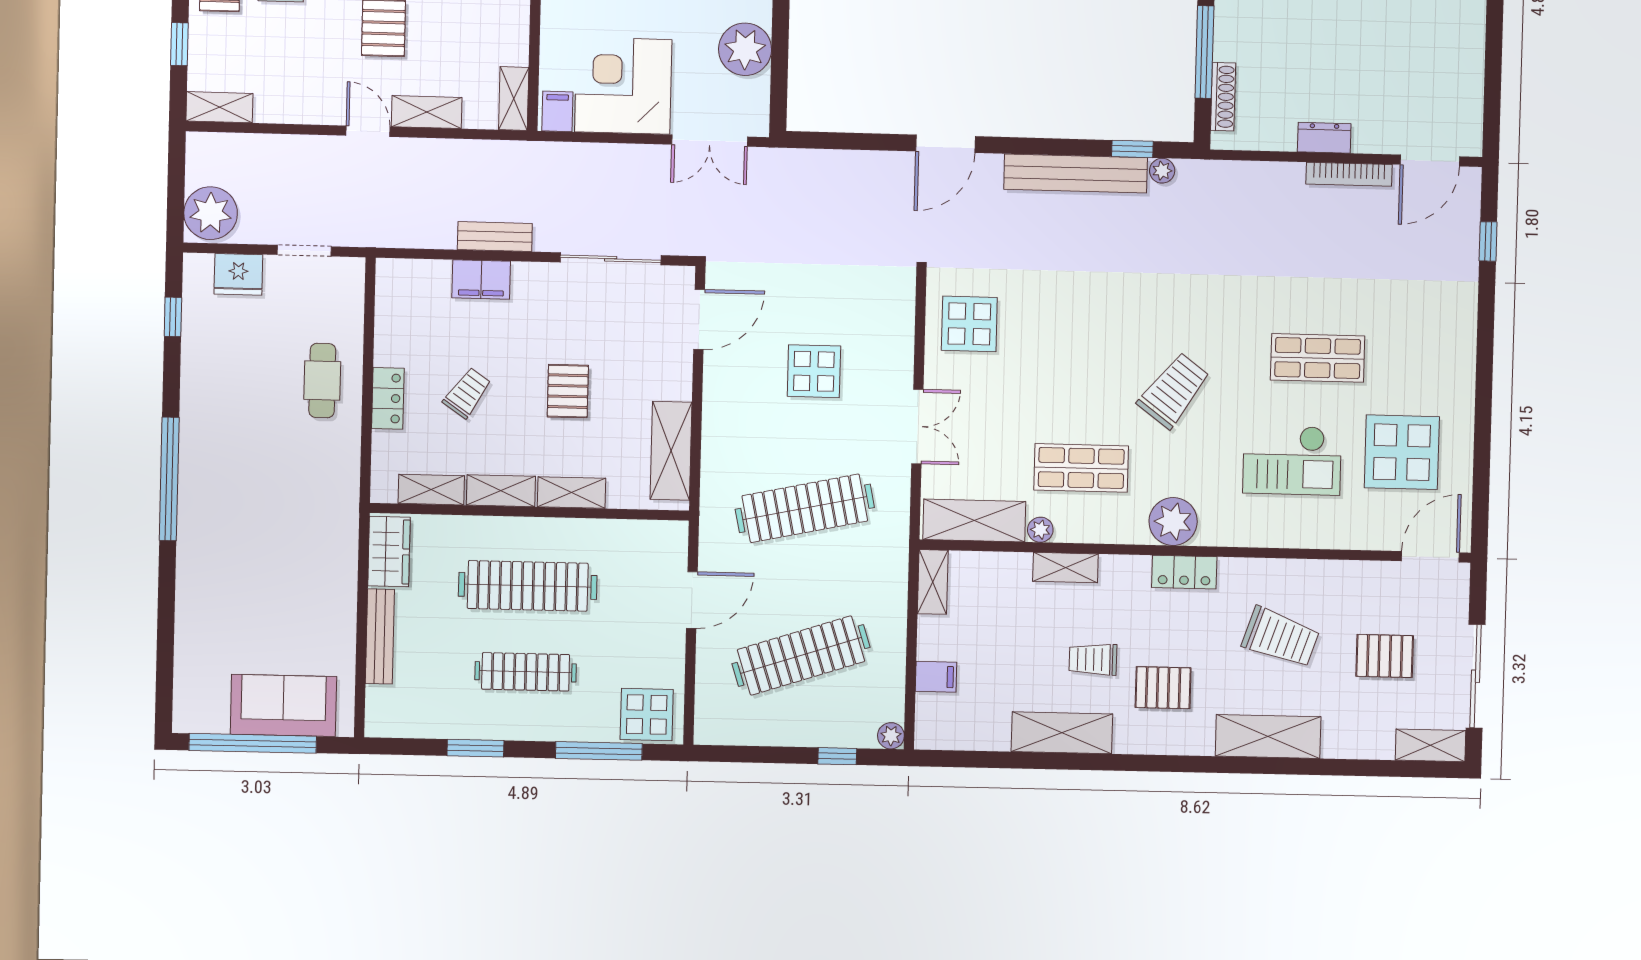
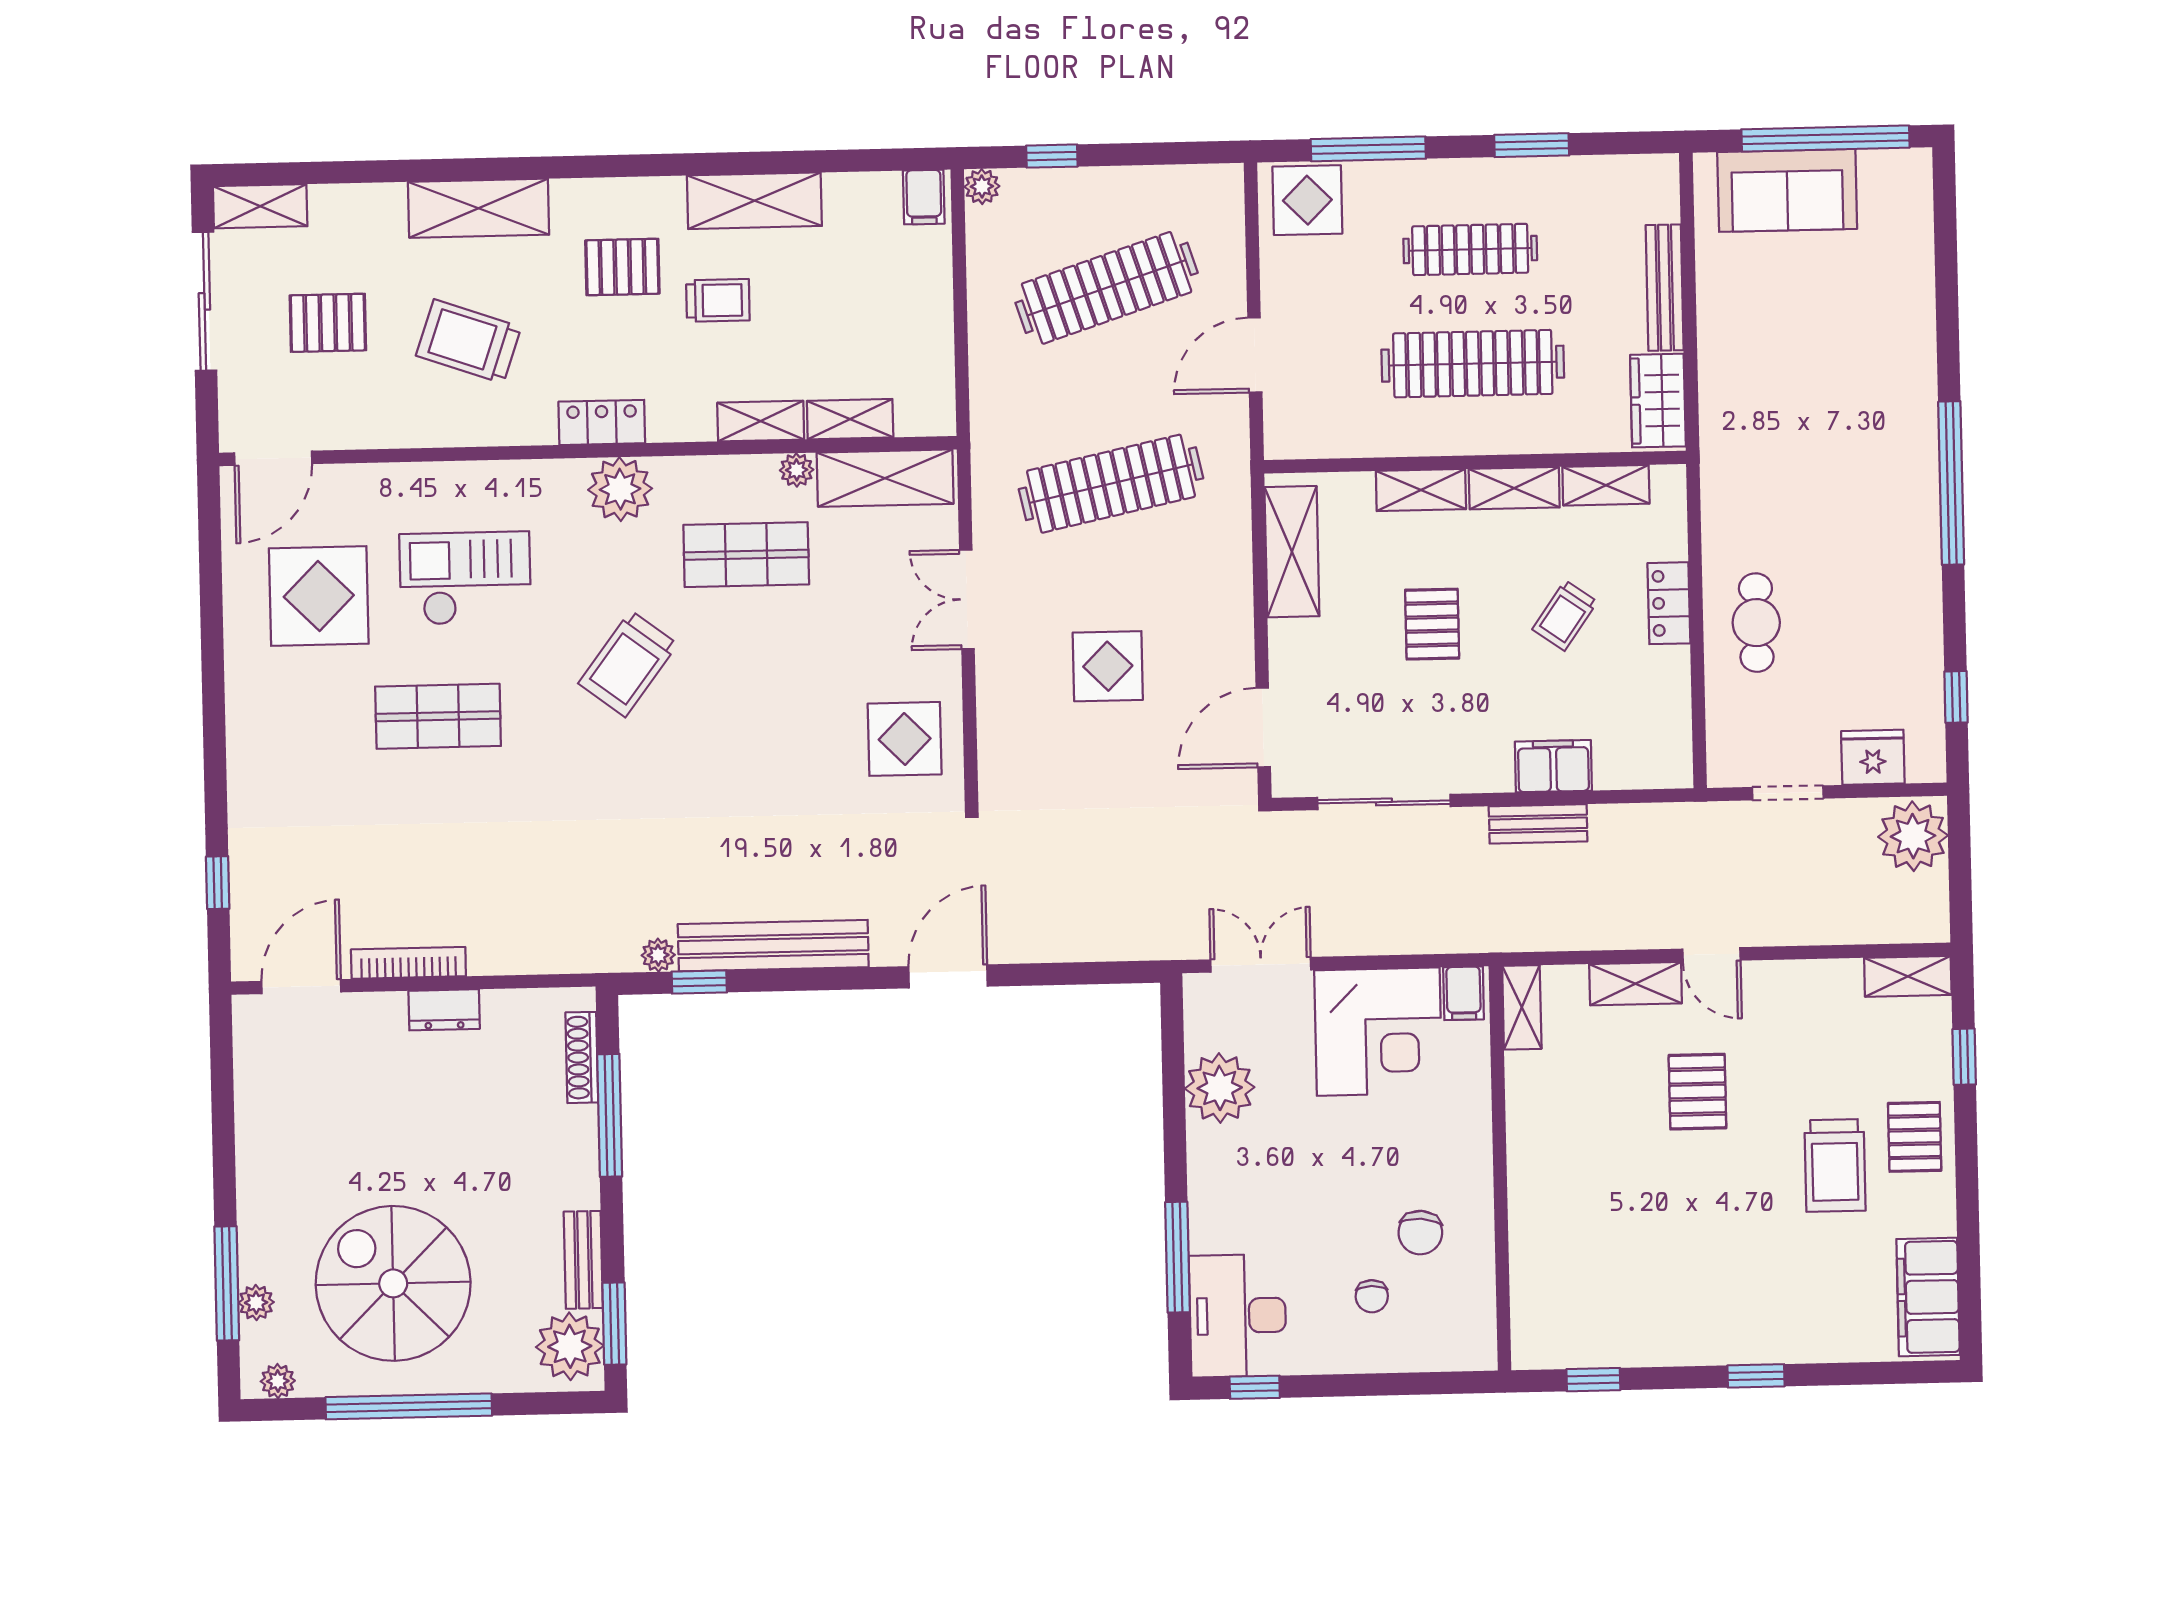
shelving: (933, 582) -> (850, 419), moved, turned 90
filing cabinet: (936, 677) -> (924, 197), moved, turned -90

